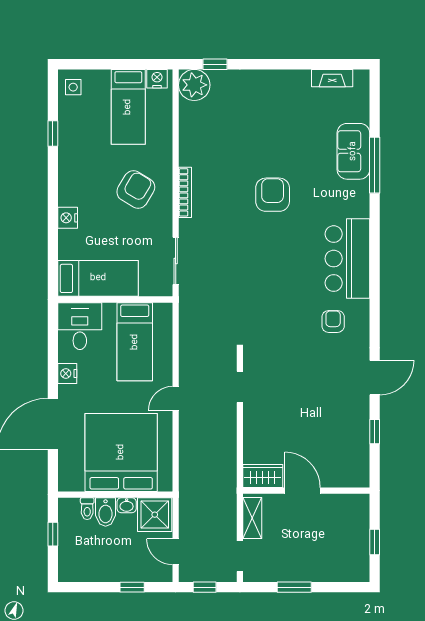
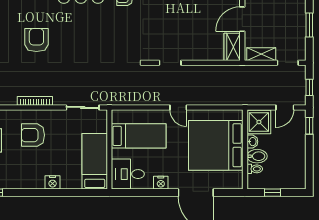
armchair: (136, 190) -> (33, 135), turned -31
armchair: (273, 195) -> (36, 40), turned 90
window: (132, 587) -> (309, 126), moved

